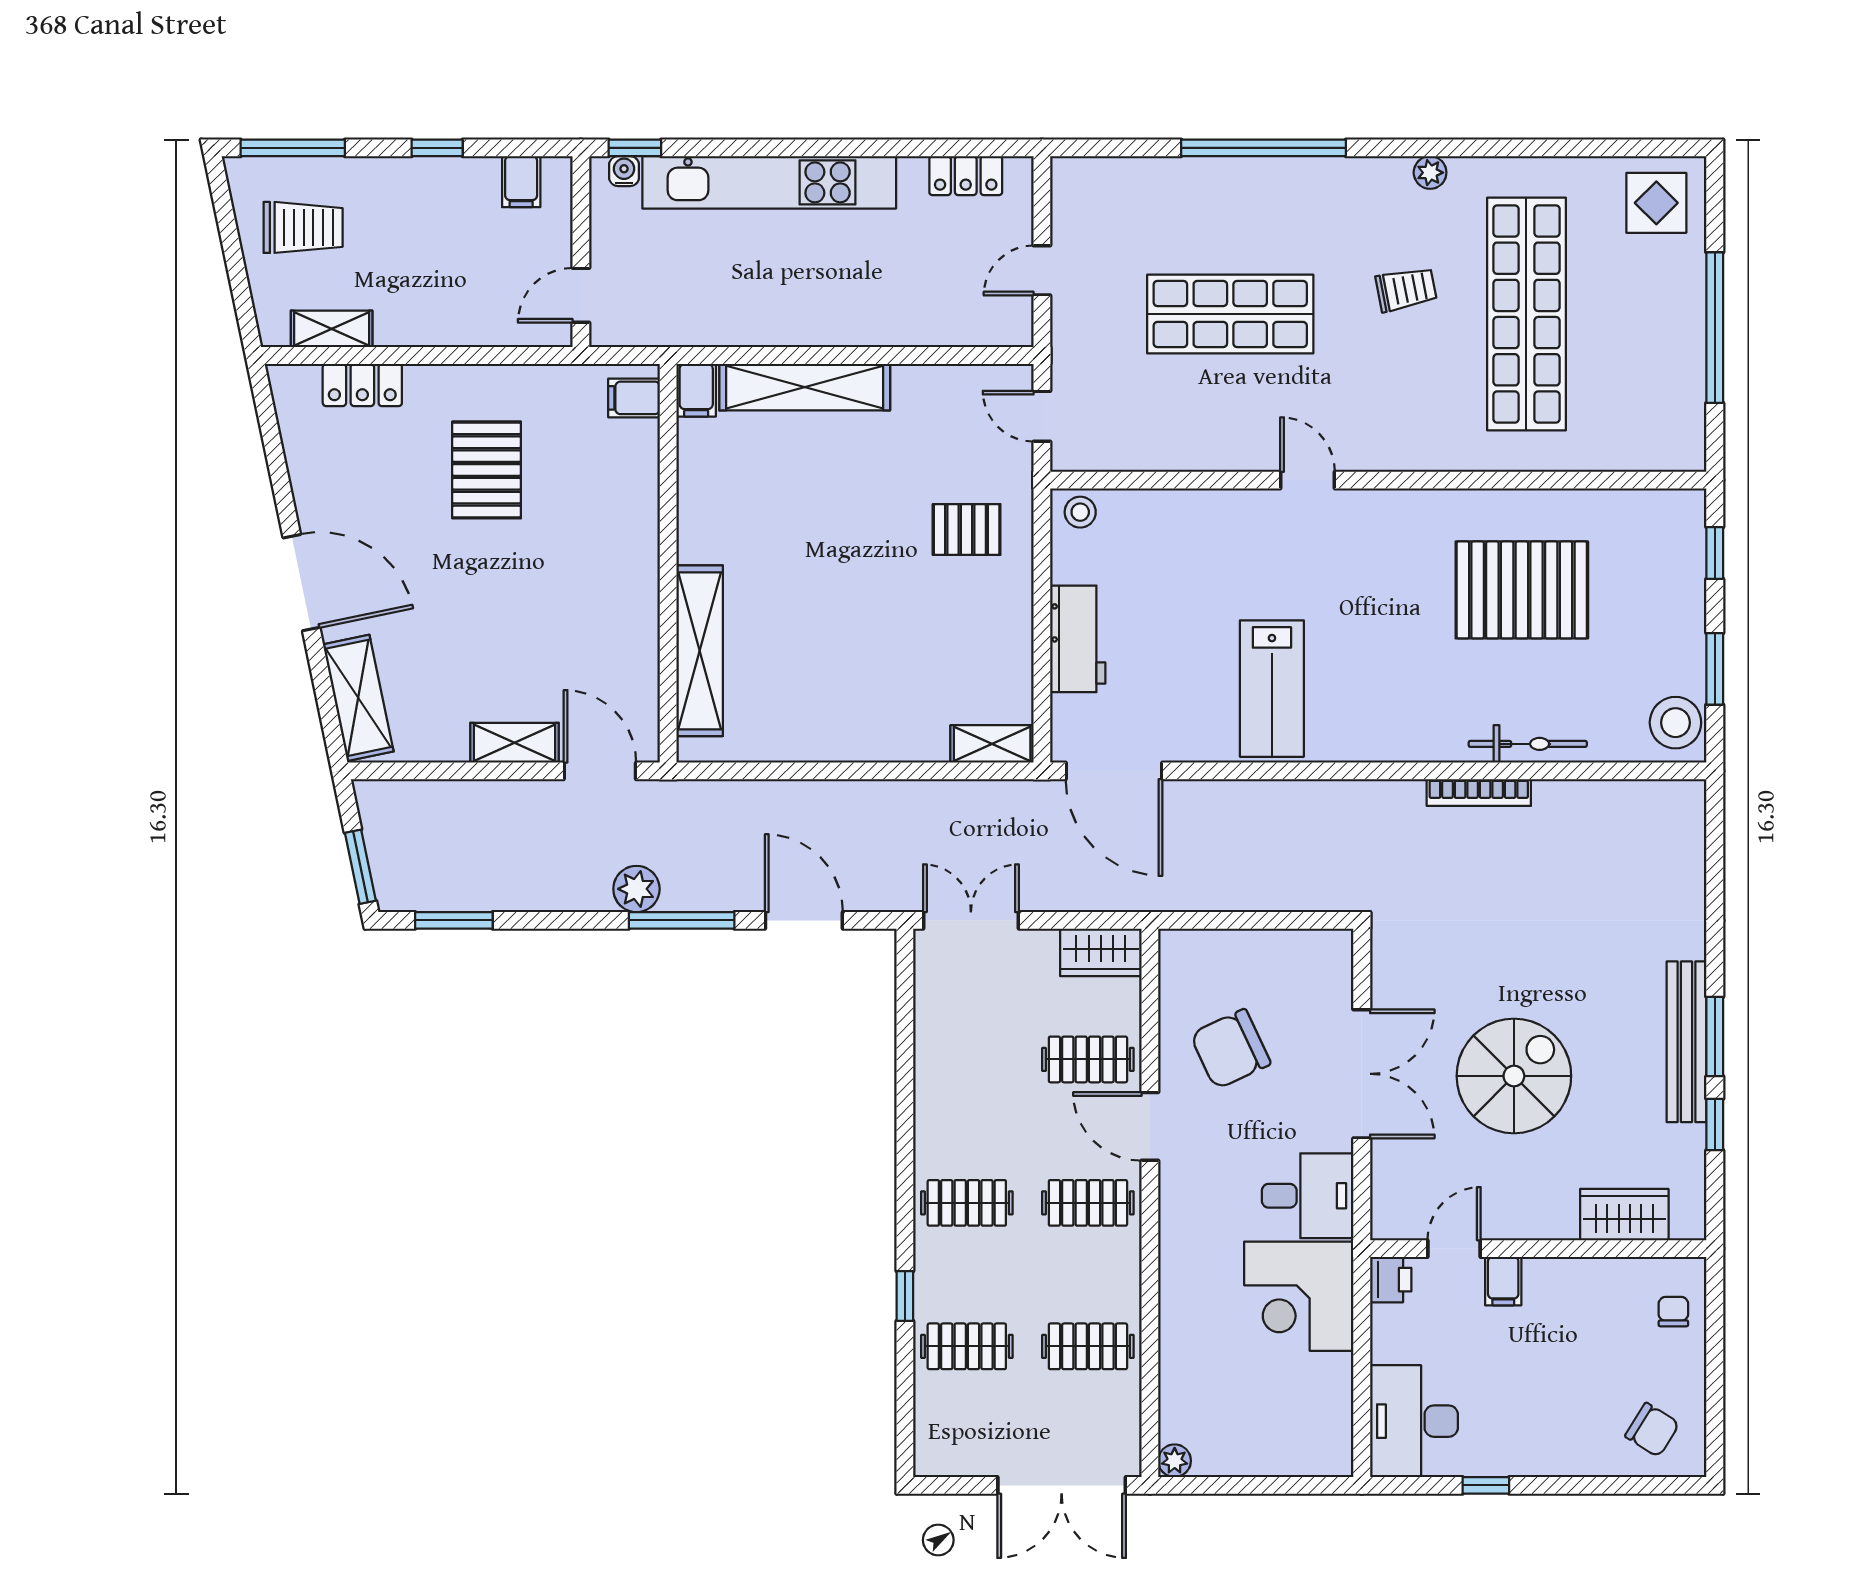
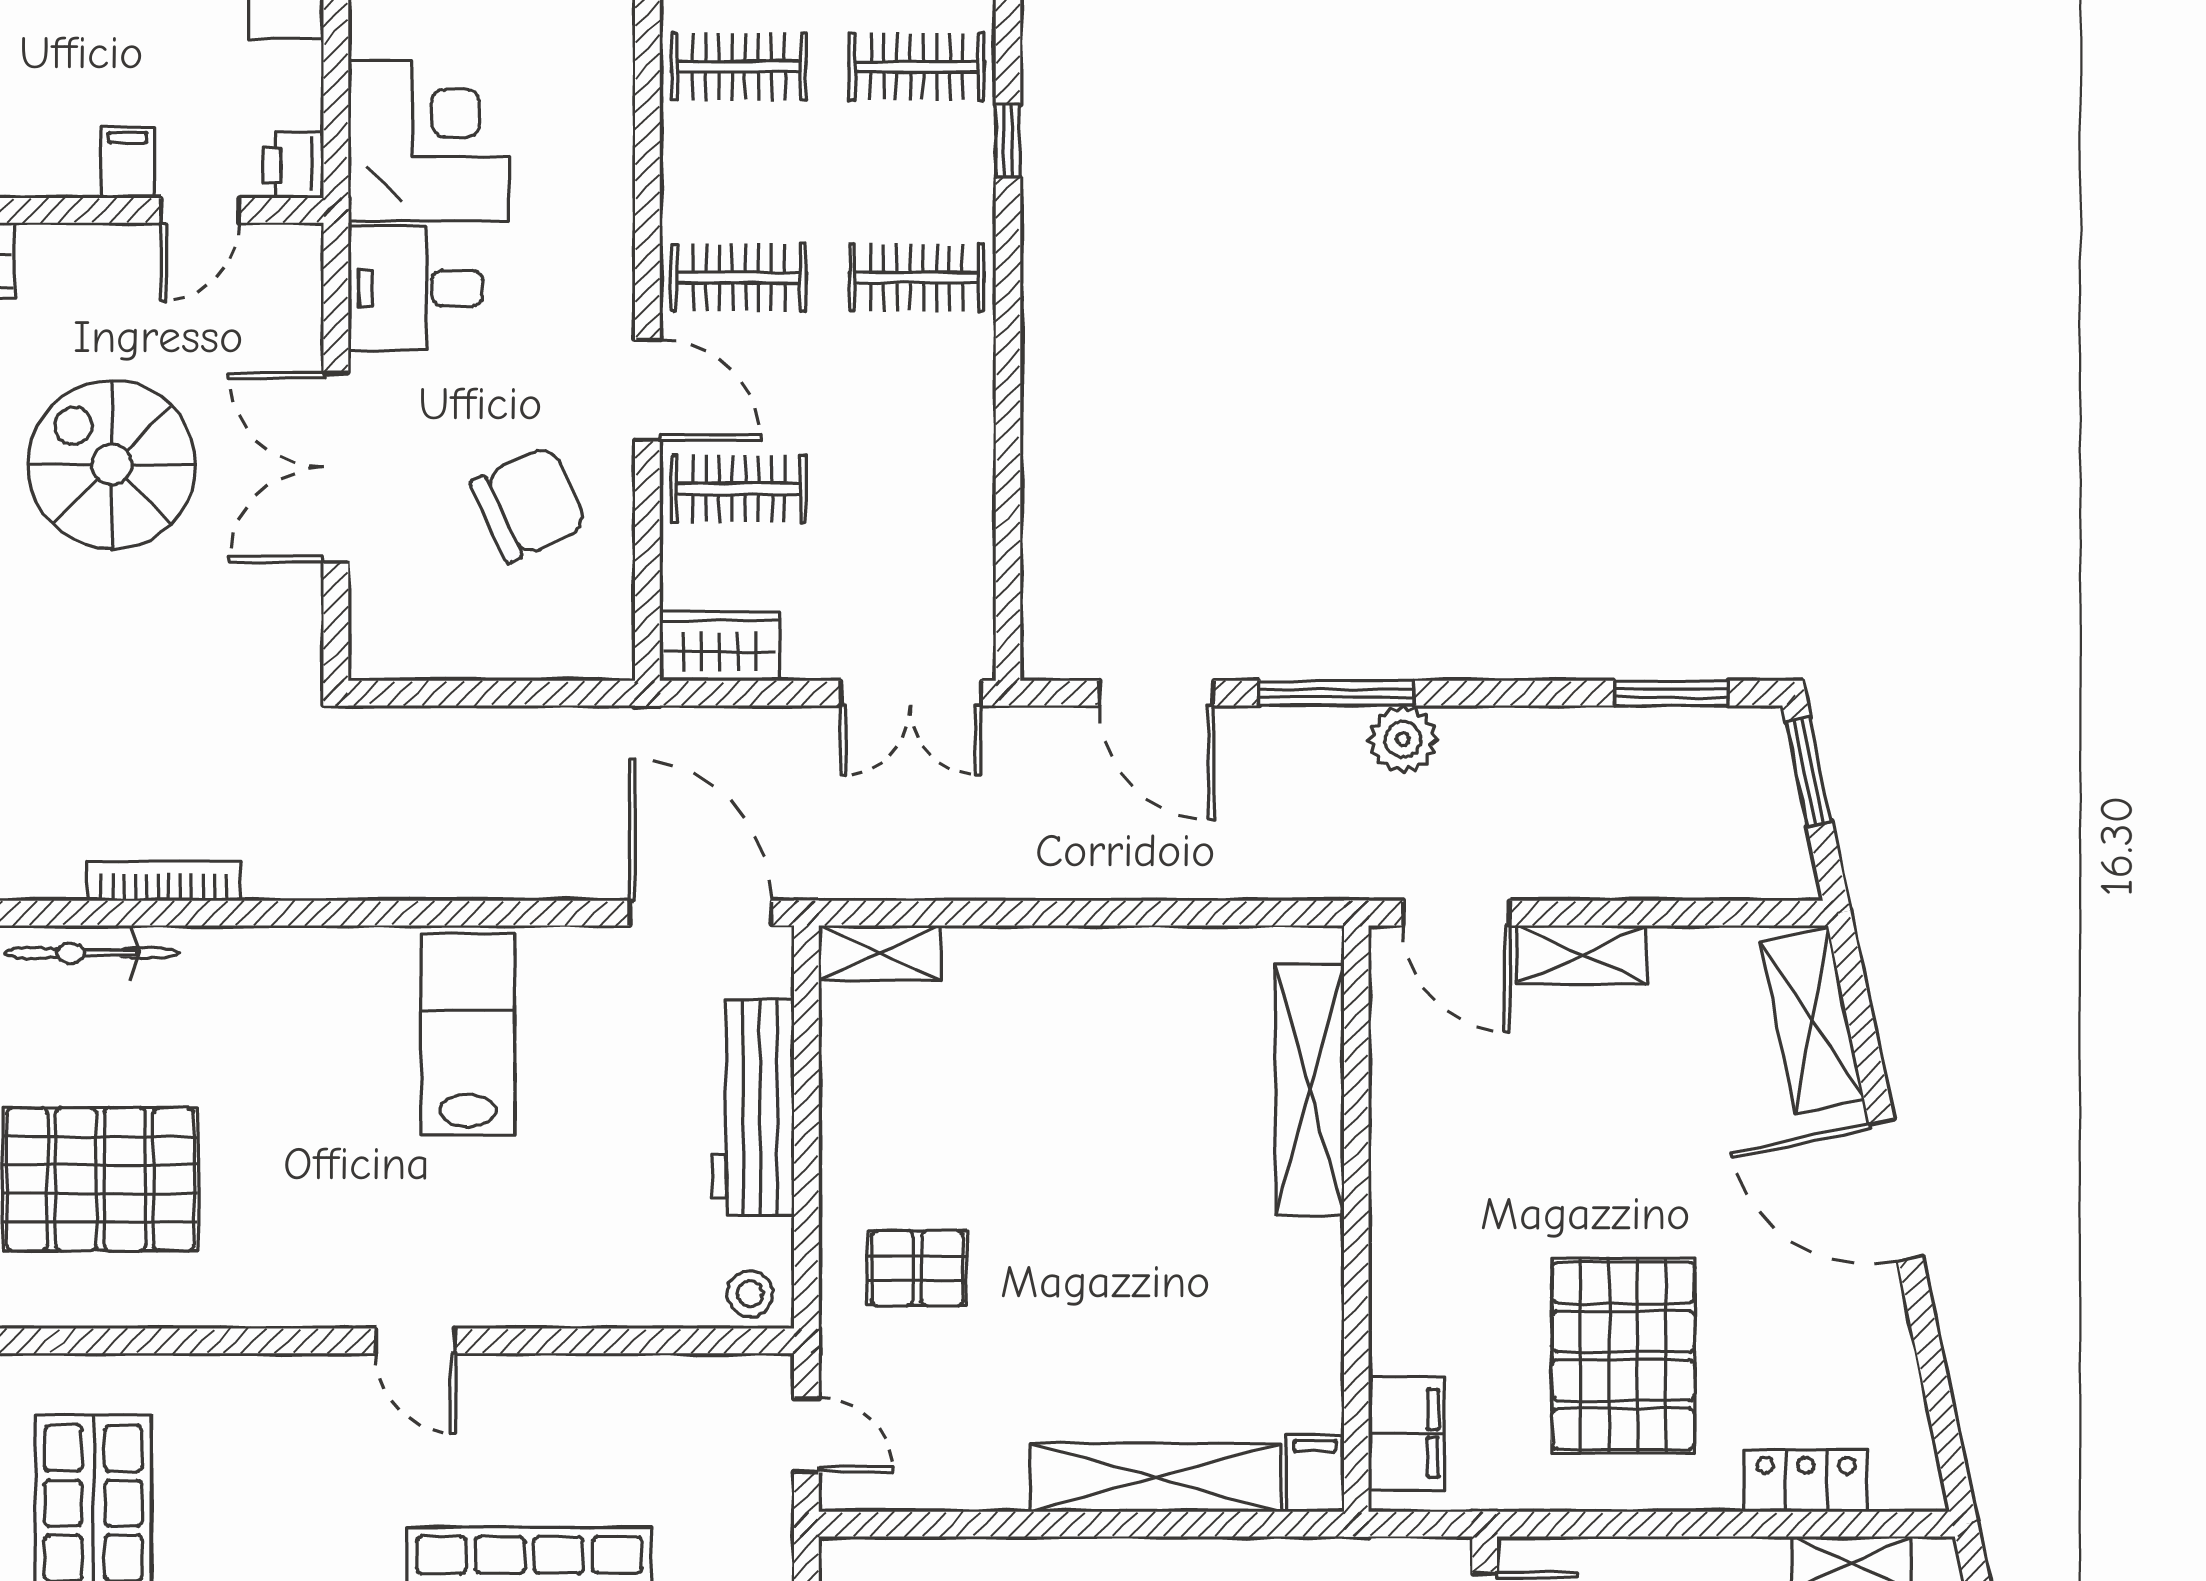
filing cabinet: (634, 398) -> (1406, 1433), width x2.00
pallet: (487, 470) -> (1623, 1356), width x1.37, depth x1.41
workbench: (1078, 639) -> (754, 1107), width x1.38
spiral stairs: (1514, 1076) -> (112, 464), turned 90

